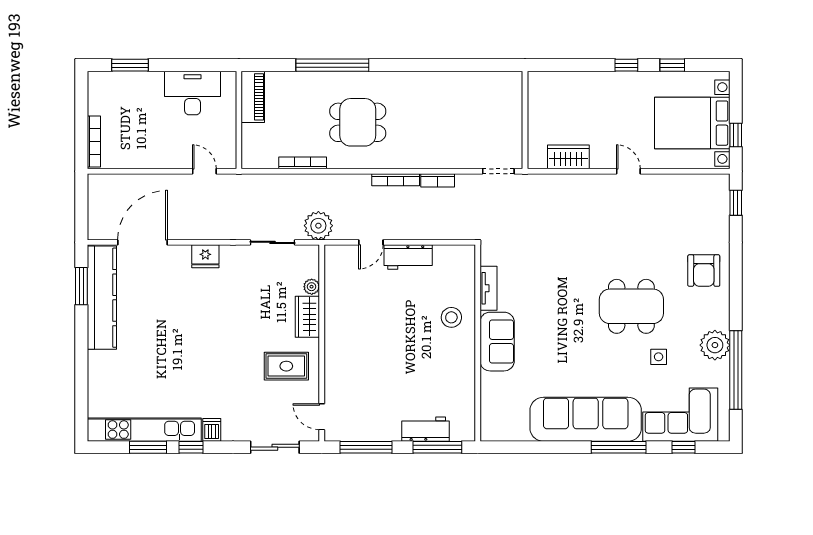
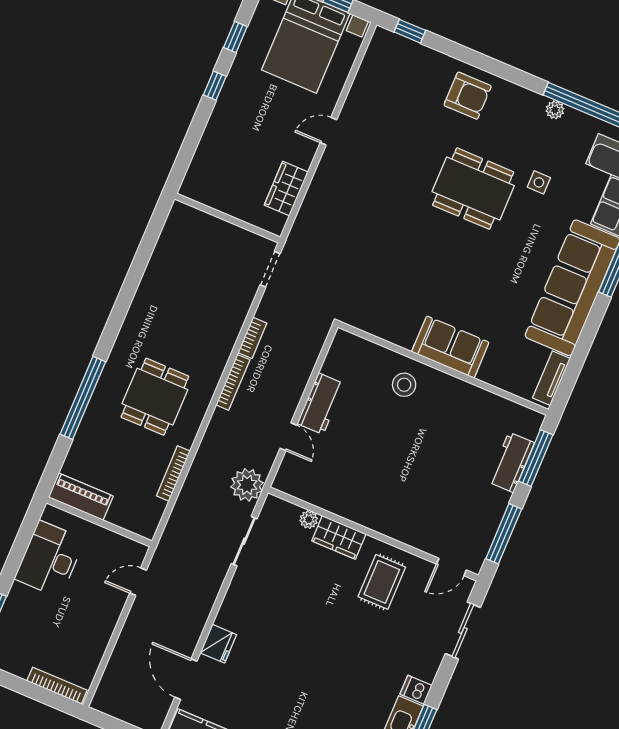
door: (143, 242) -> (186, 679), width x0.73
fridge: (205, 256) -> (218, 644), moved
tv unit: (488, 288) -> (551, 378), moved, turned -90
dining table: (631, 306) -> (473, 189), turned 90
plant: (715, 345) -> (555, 110), width x0.53, depth x0.53

